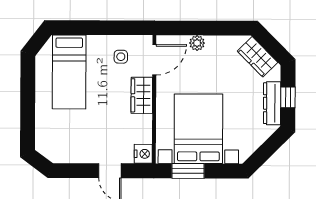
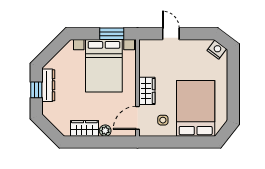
wardrobe: (258, 57) -> (84, 128), moved, turned -45
bed: (69, 72) -> (196, 108), width x1.50
nightstand: (143, 154) -> (217, 50), moved, turned 127

